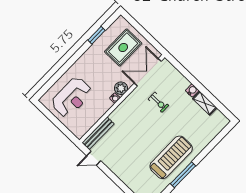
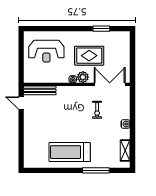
rug: (123, 48) -> (89, 56), moved
shelving: (205, 103) -> (125, 150), moved
treadmill: (171, 157) -> (70, 152), turned 180
window: (183, 175) -> (96, 170), moved

